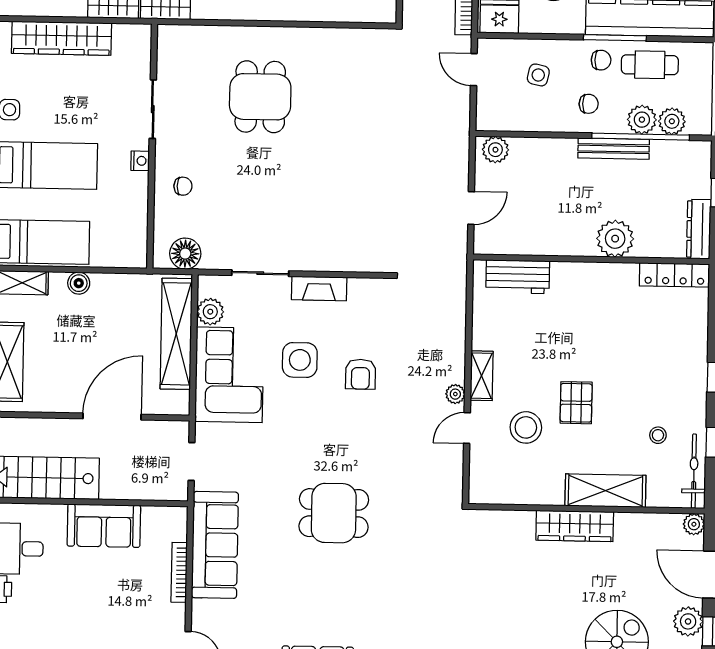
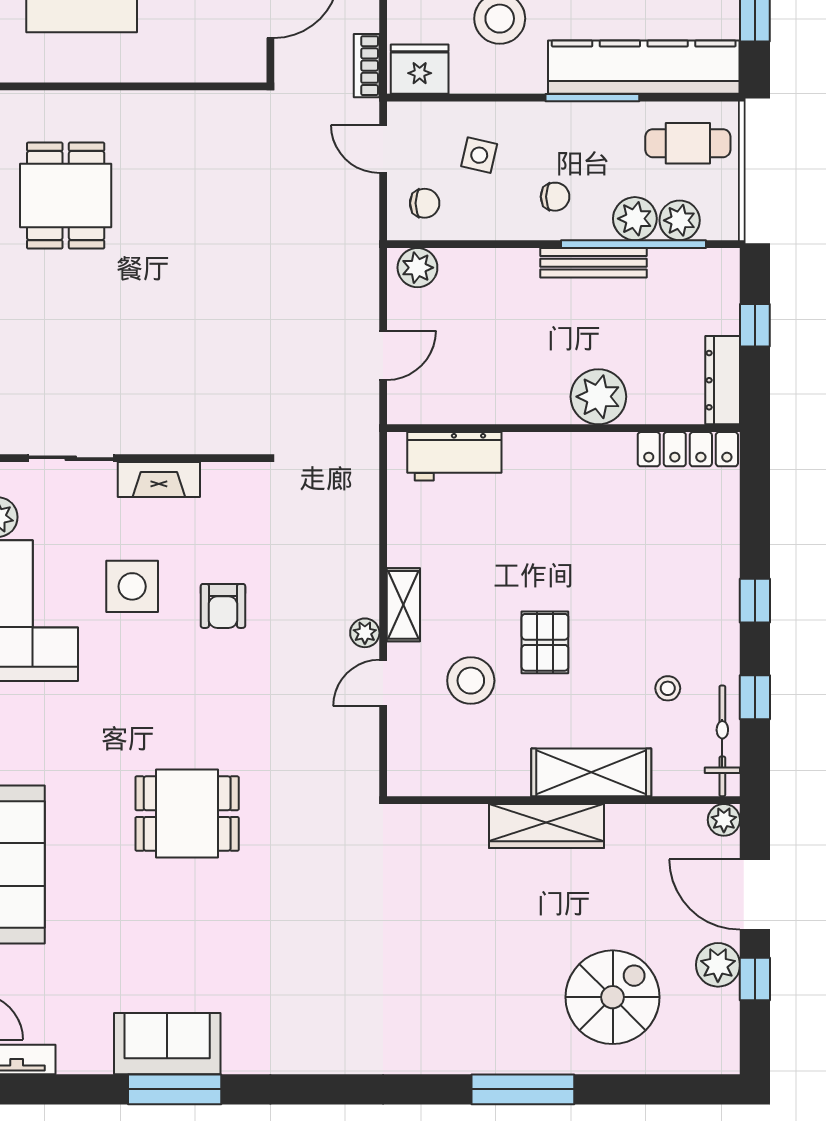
chair: (601, 60) -> (425, 203), moved
cafe table: (650, 65) -> (688, 143), moved

